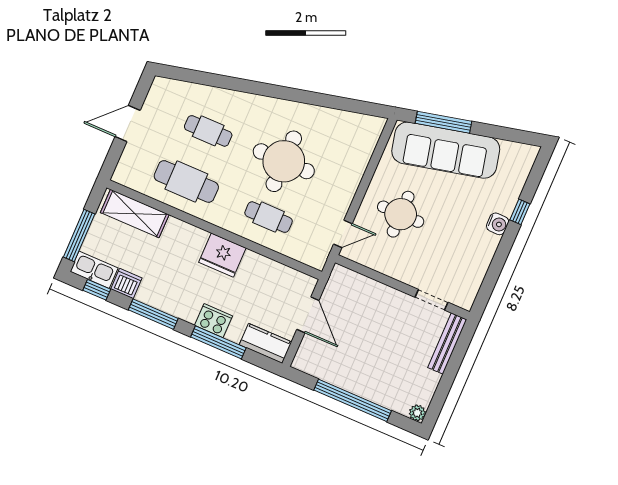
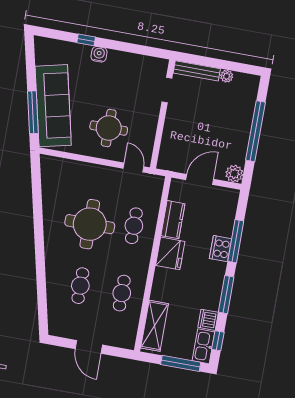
cafe table: (186, 181) -> (122, 293), width x0.73, depth x0.74
kitchen counter: (265, 343) -> (173, 220), moved, turned 180
plant: (305, 361) -> (234, 174), added
plant: (417, 413) -> (227, 76), moved

